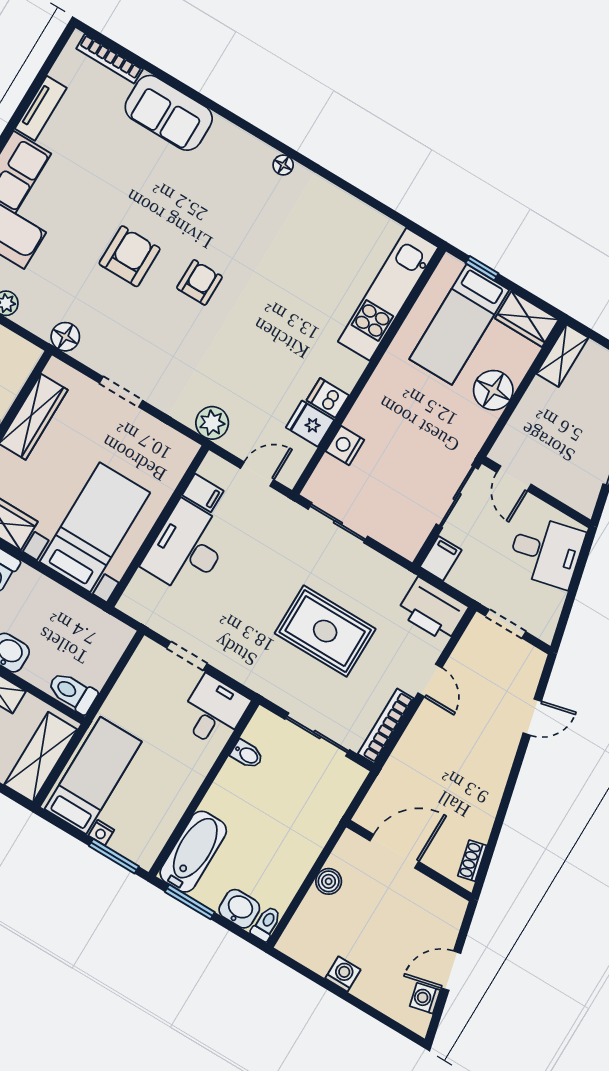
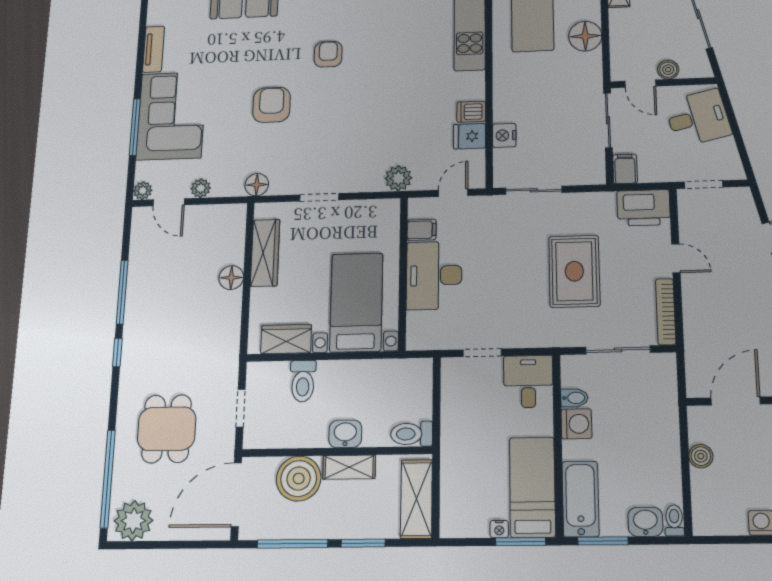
armchair: (199, 282) -> (328, 54), moved
boiler: (551, 481) -> (668, 70), added
rug: (325, 631) -> (574, 271), turned 90
bed: (93, 775) -> (532, 487), moved
washing machine: (233, 780) -> (576, 424), added

